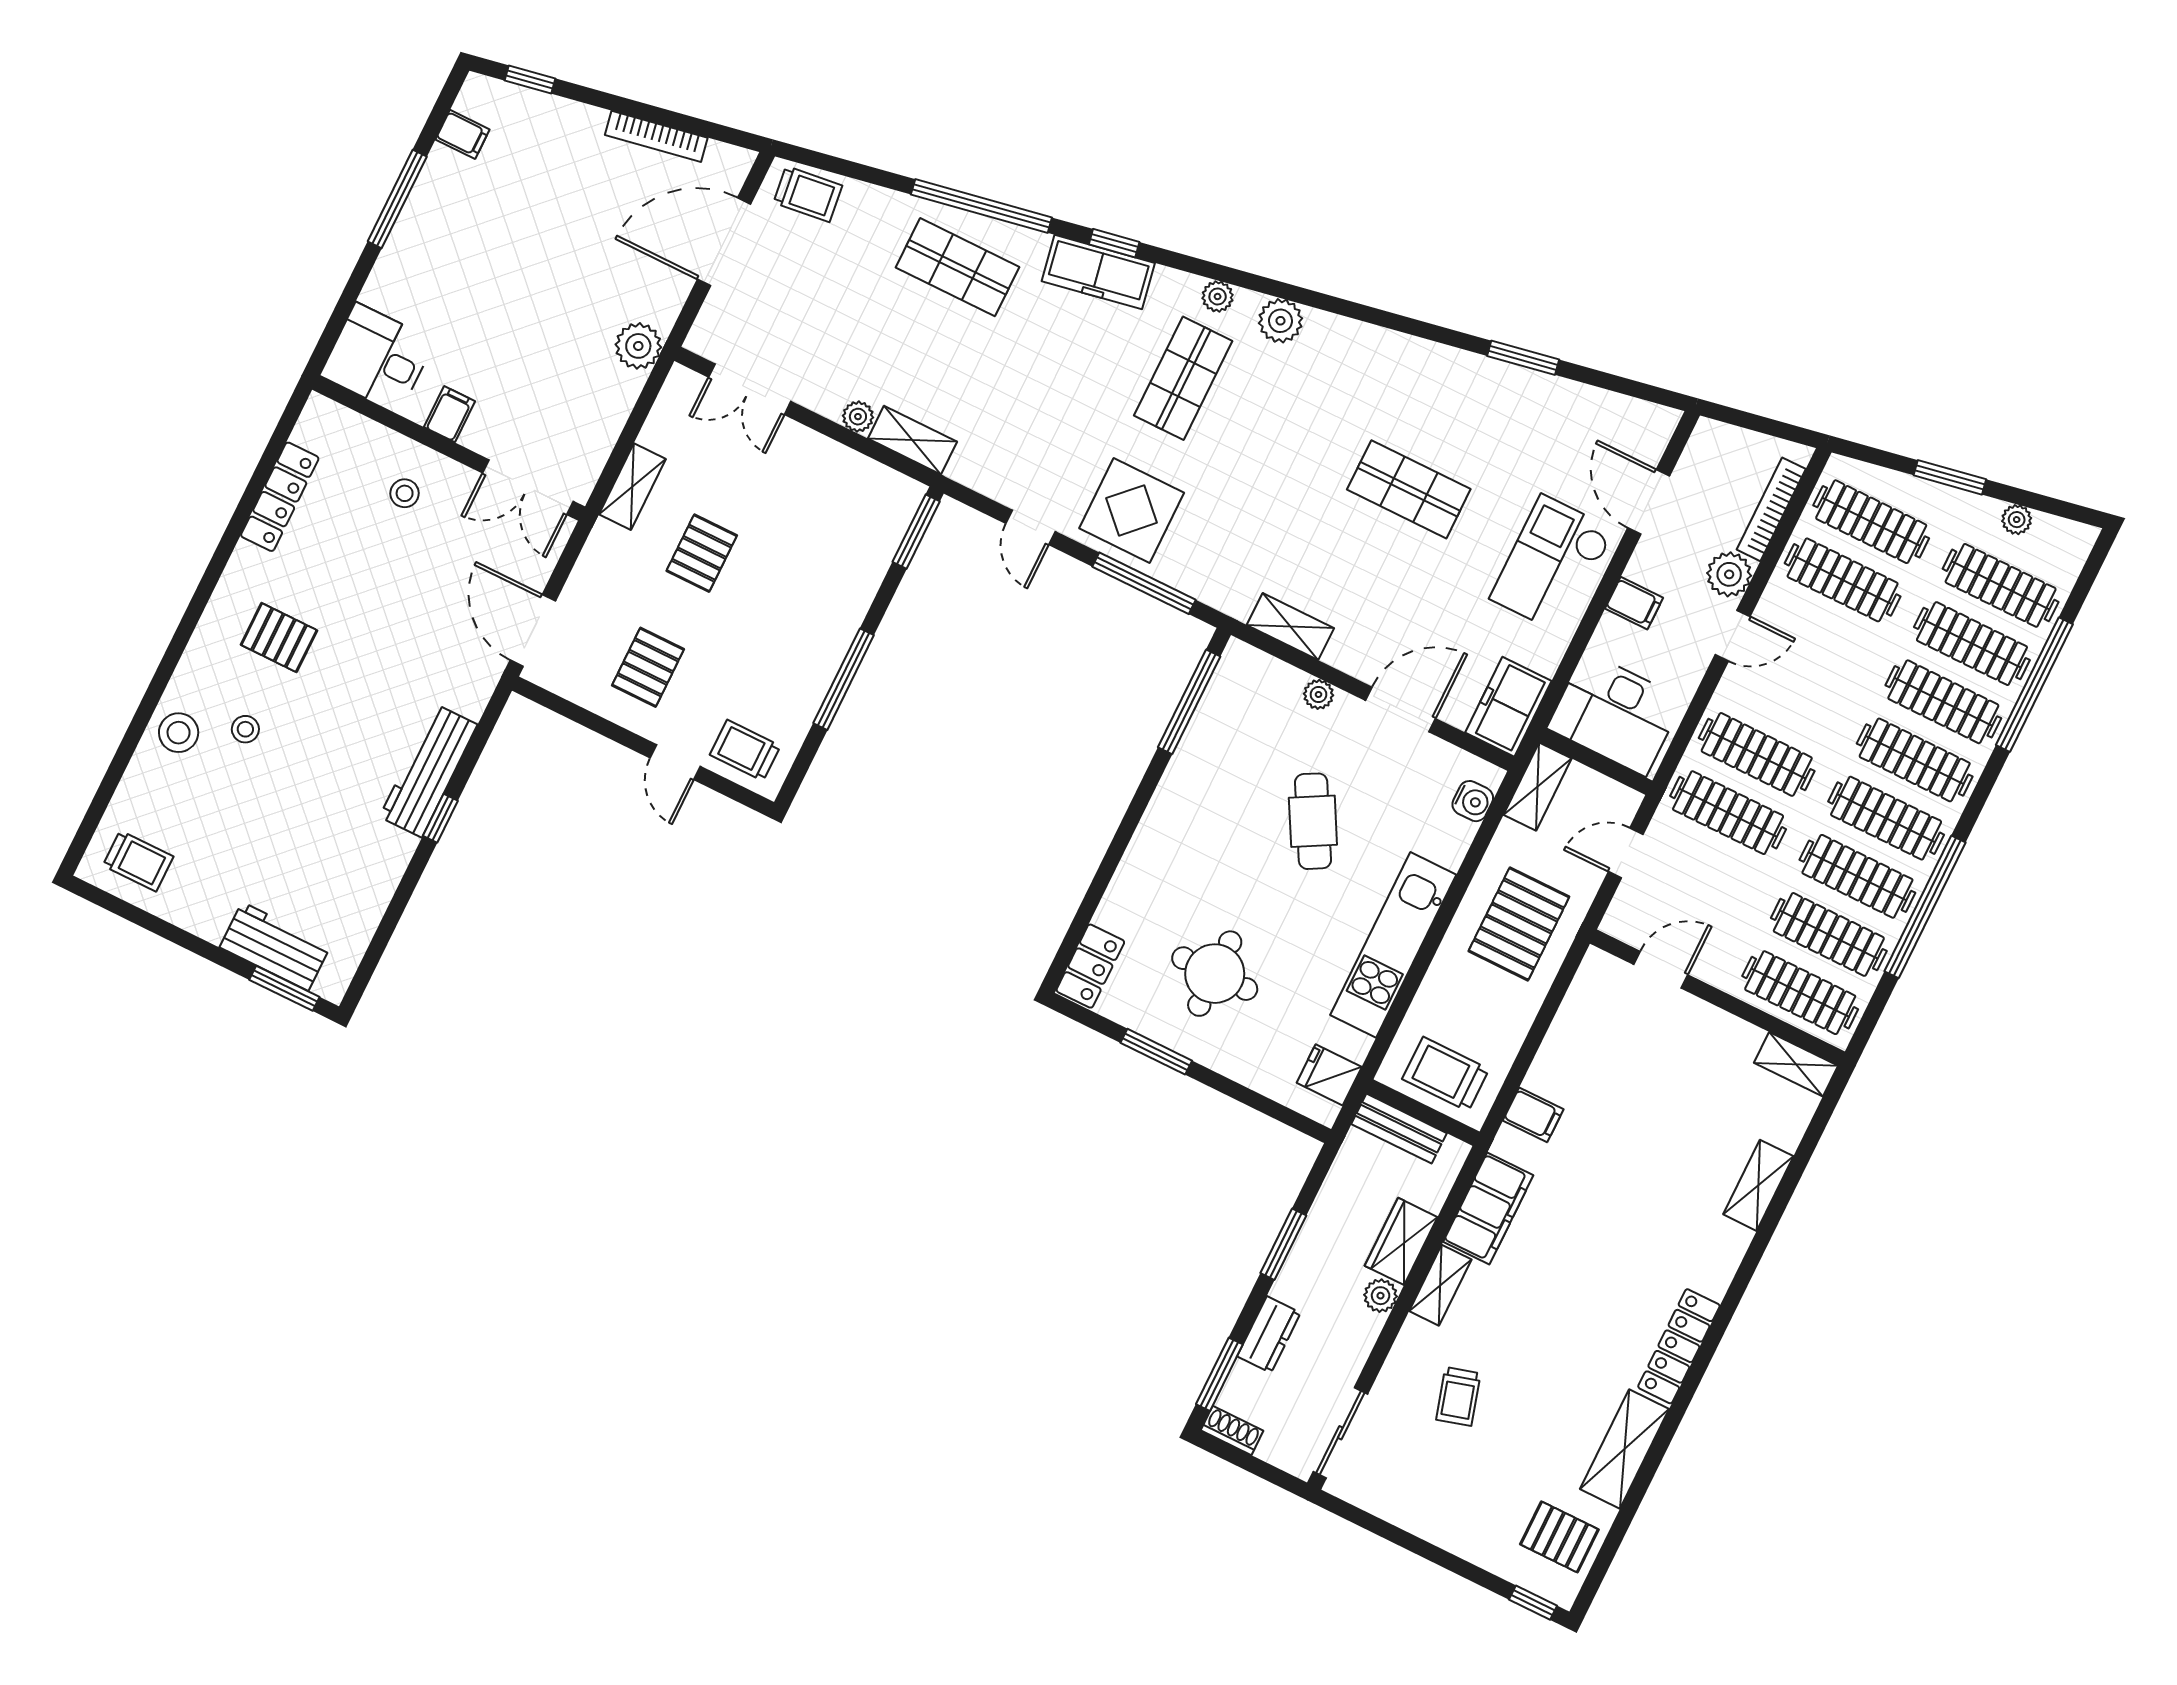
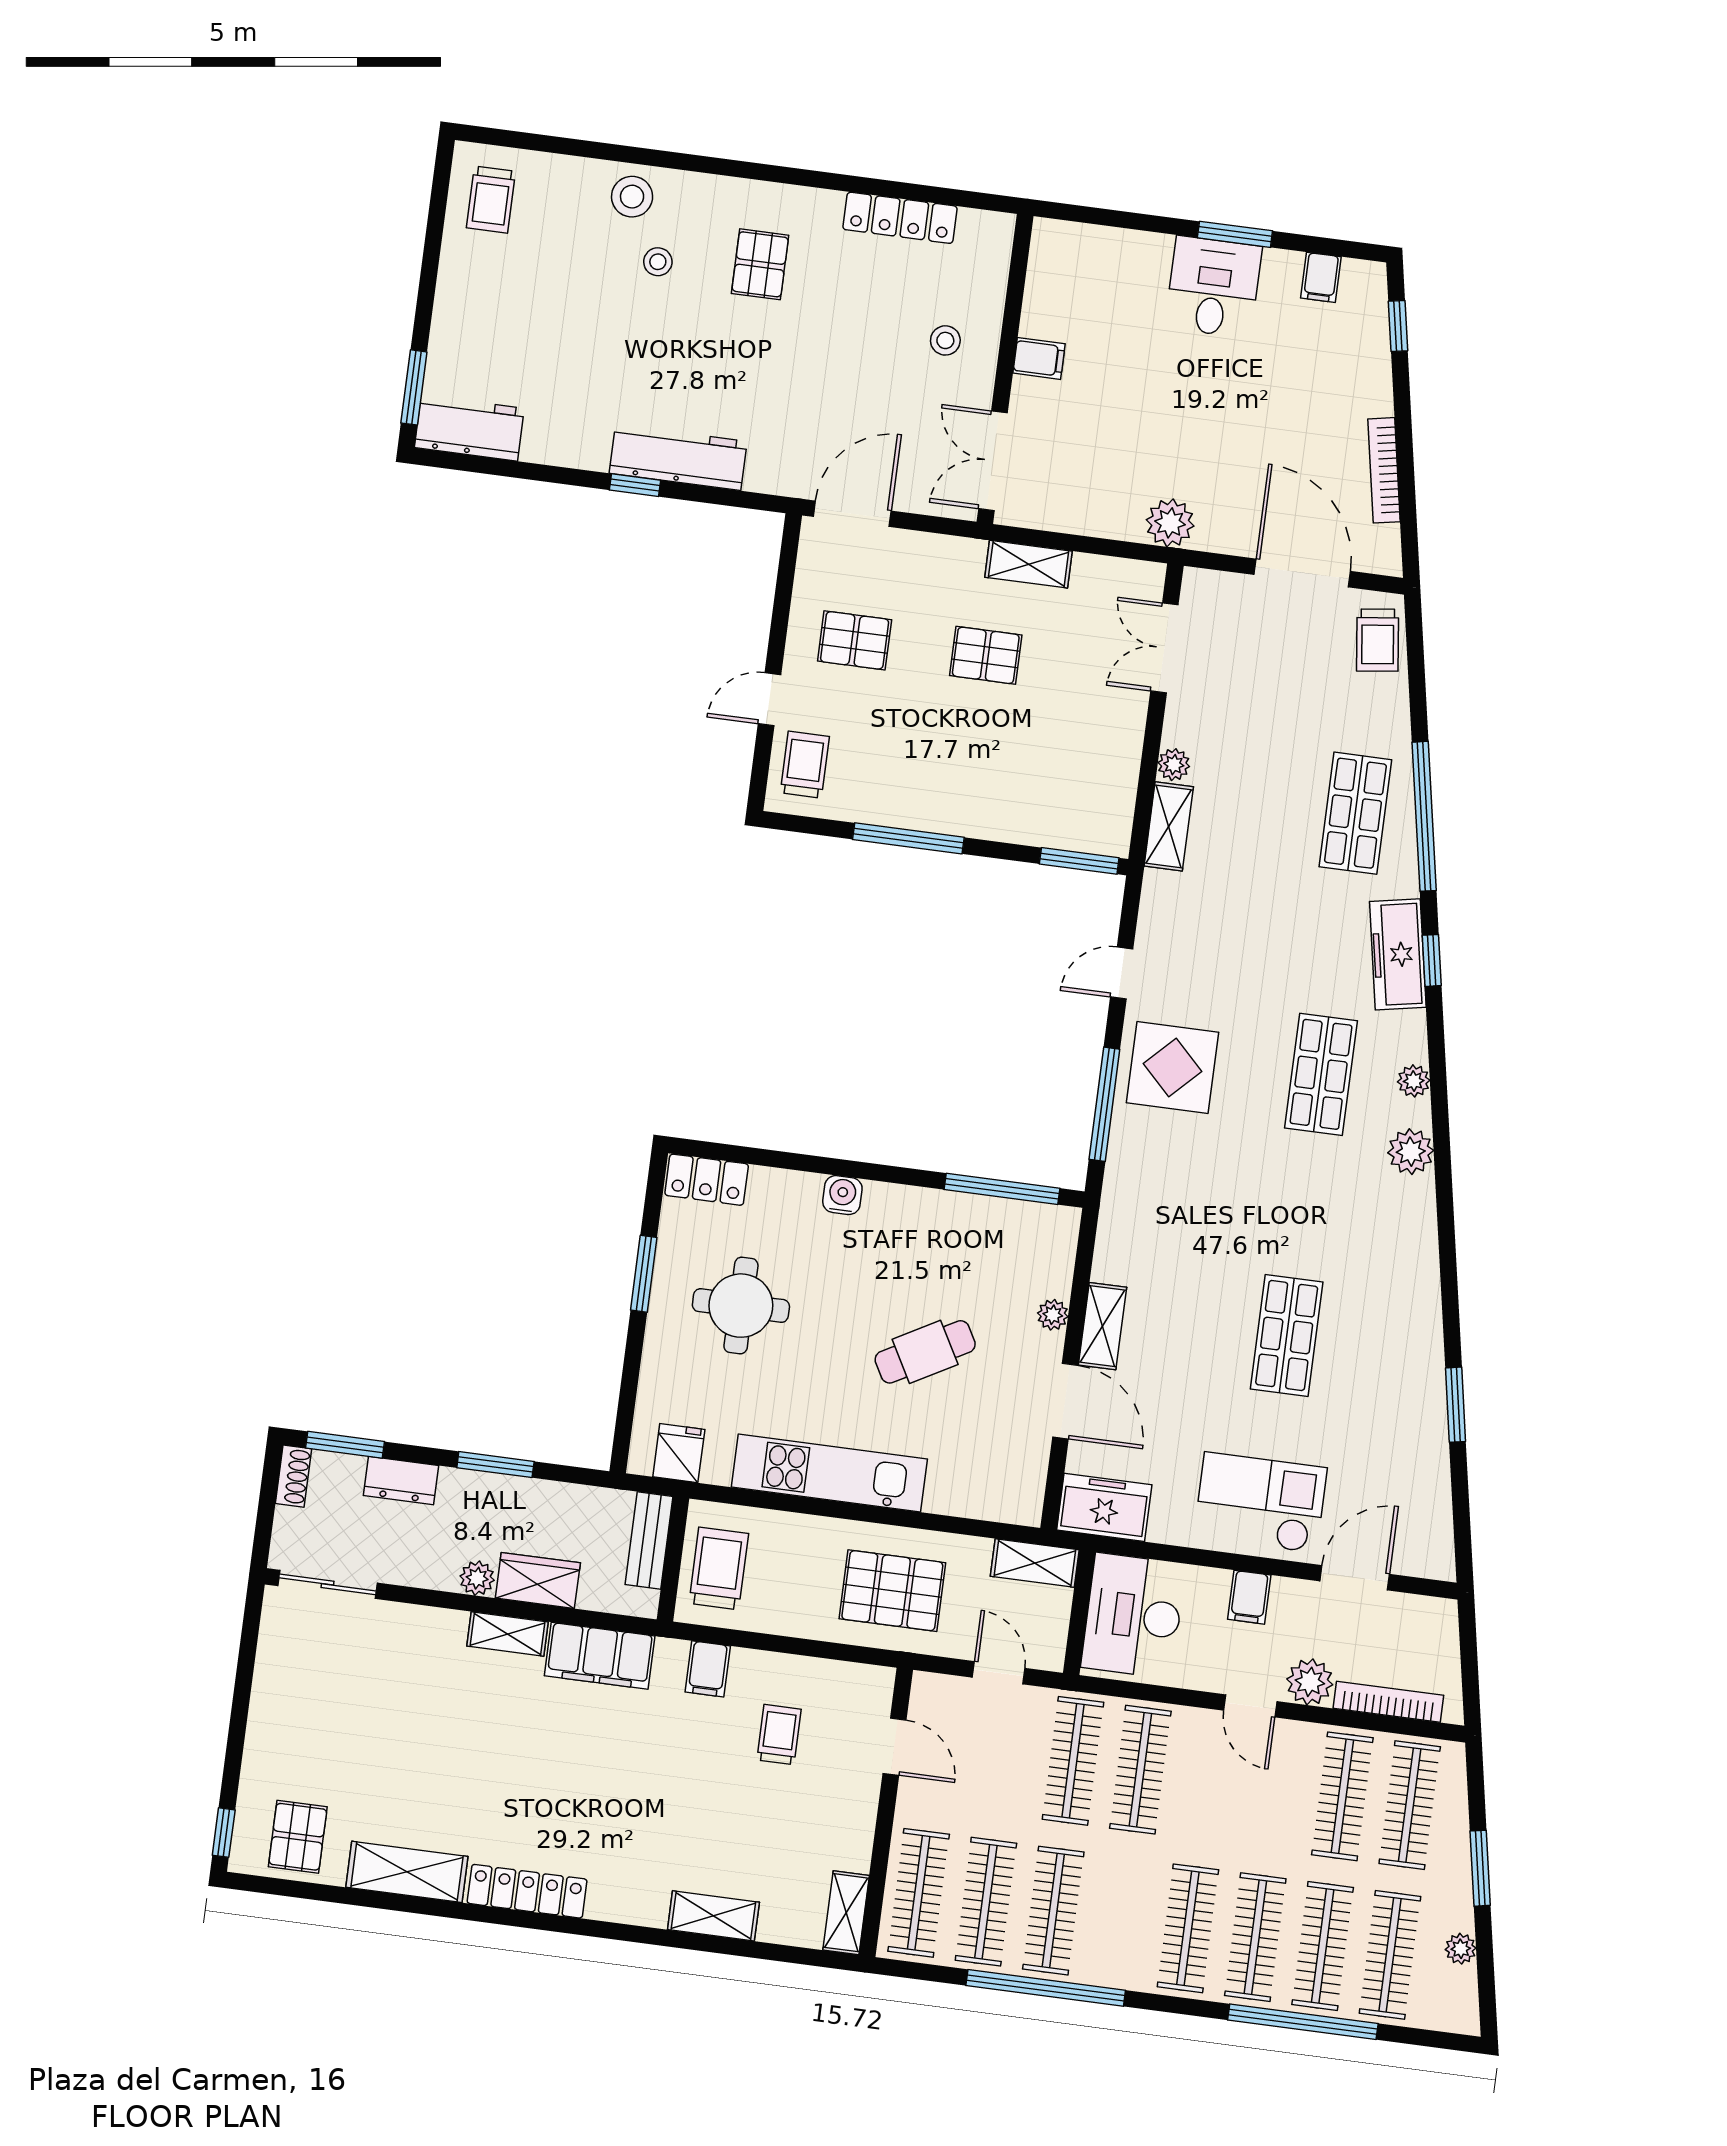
window: (397, 199) -> (1235, 234), width x0.69
desk: (377, 358) -> (1213, 287), moved
shop shelf: (1183, 378) -> (1321, 1074), turned 90
shelving: (1290, 627) -> (1103, 1326), moved
water cooler: (1473, 801) -> (842, 1195), moved, turned 180
clothes rail: (1886, 818) -> (1121, 1919), removed
workbench: (275, 946) -> (469, 428), moved, turned -90
trolley: (1458, 1396) -> (779, 1735), moved, turned 106

